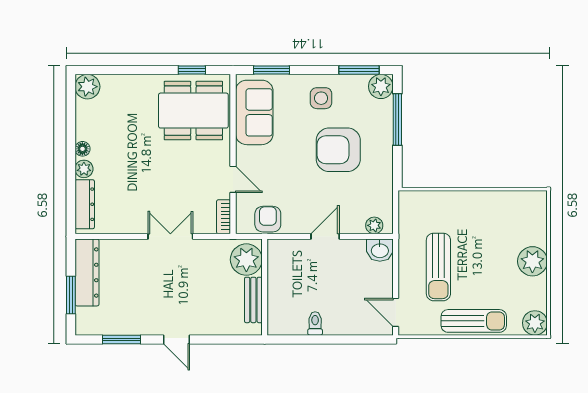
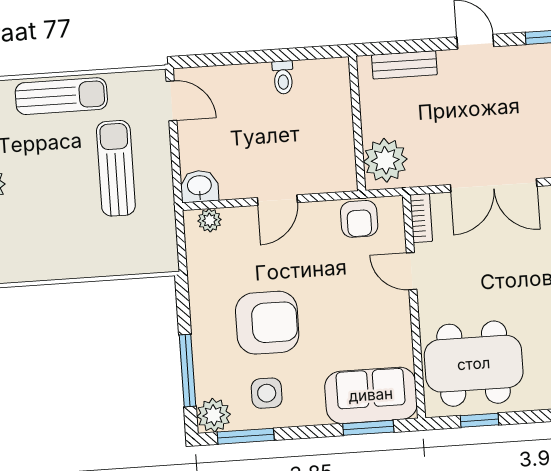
side table: (321, 98) -> (267, 393), moved
sofa: (254, 112) -> (371, 395), moved, turned 90
double door: (170, 236) -> (494, 185), width x1.37
bench: (253, 300) -> (404, 65), moved, turned 90
sun lounger: (474, 321) -> (61, 96), turned 180

